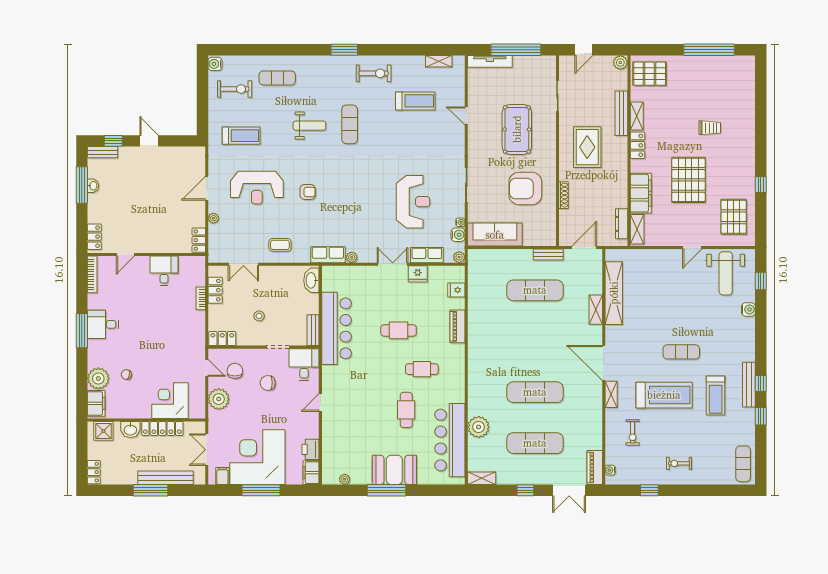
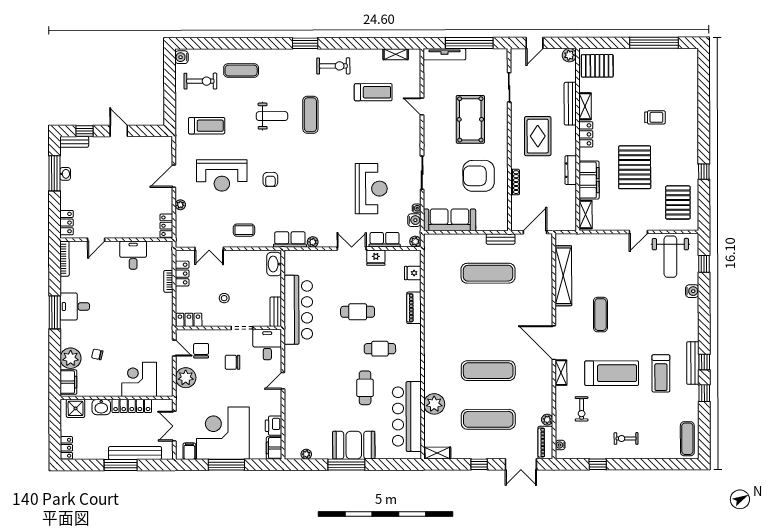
armchair: (308, 192) -> (270, 179), turned 90
dresser: (622, 224) -> (571, 170), moved
shelving: (596, 310) -> (546, 292), removed
exercise mat: (681, 352) -> (600, 315), moved, turned 90
plant: (597, 444) -> (547, 420), added

